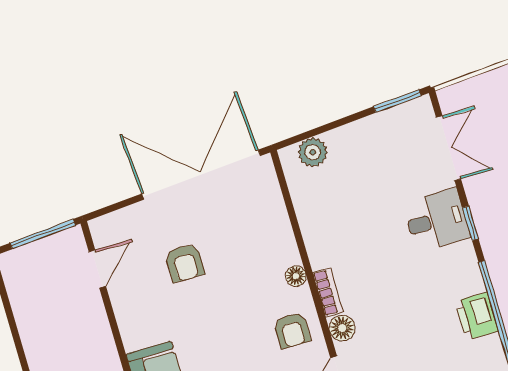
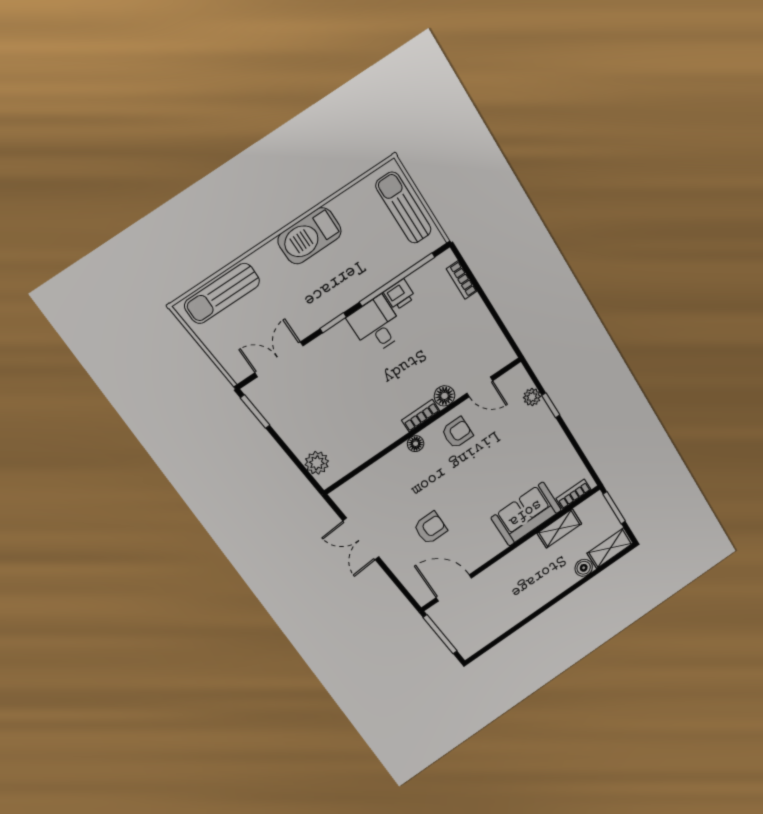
double door: (201, 175) -> (361, 539), width x0.54
desk: (436, 220) -> (376, 325), moved
door: (97, 269) -> (454, 588), width x1.38
printer: (477, 316) -> (400, 295), width x0.73, depth x0.81

